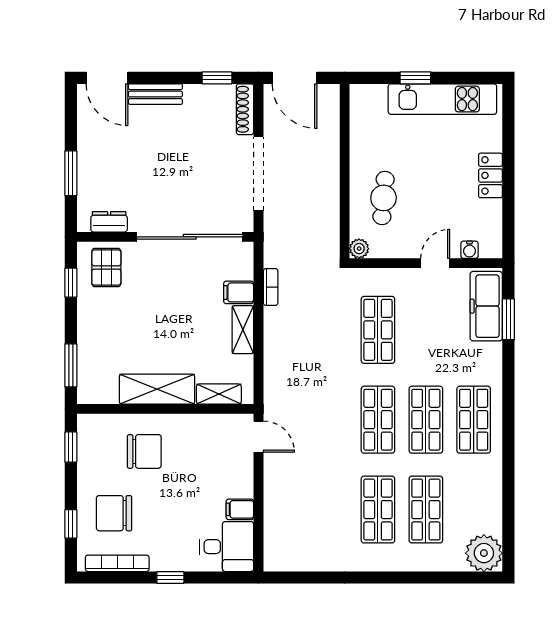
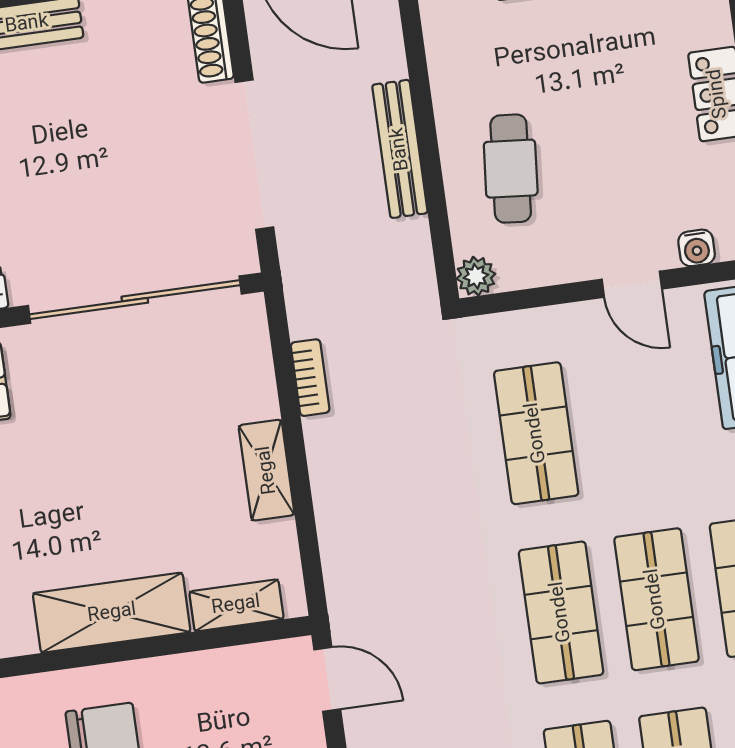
bench: (330, 181) -> (400, 149), added
door: (435, 263) -> (632, 284), swing flipped
filing cabinet: (239, 292) -> (248, 397), removed

